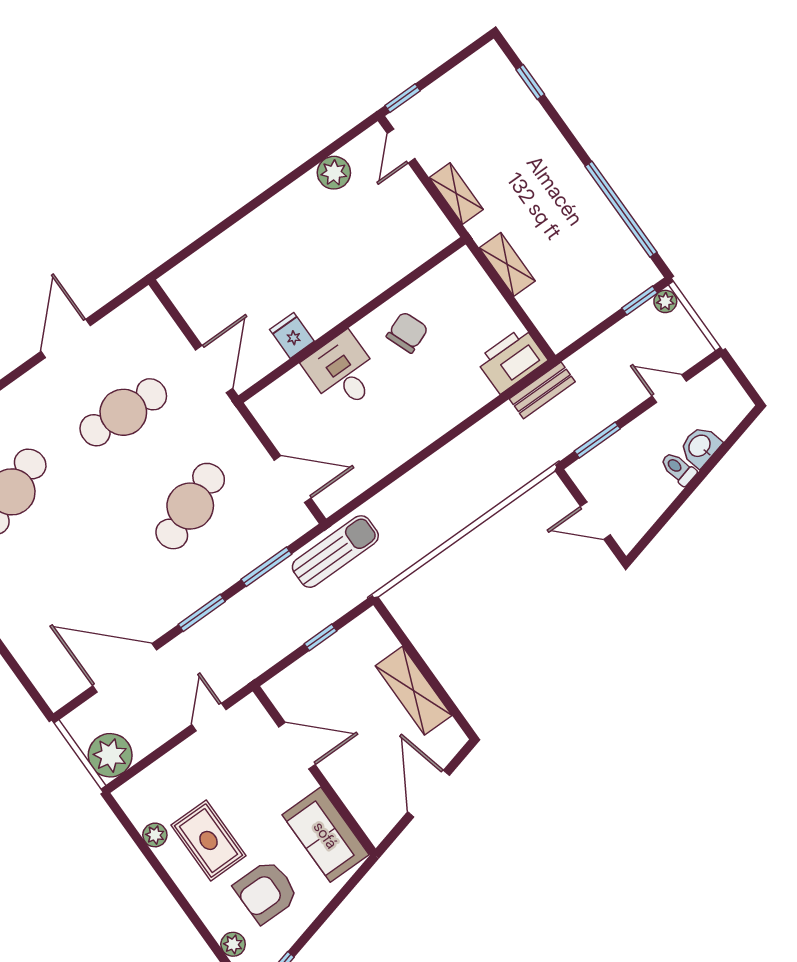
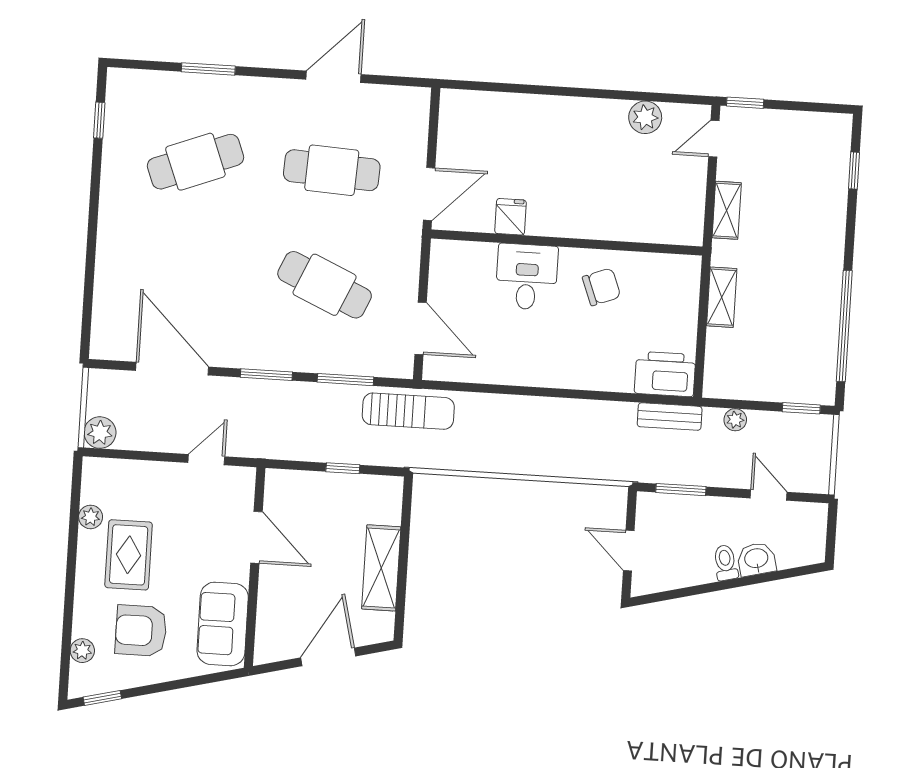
plant: (665, 301) -> (735, 420), moved
cafe table: (190, 506) -> (325, 285), turned 45
plant: (110, 755) -> (100, 433), width x0.73, depth x0.73

